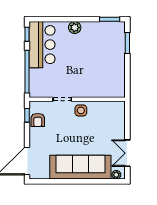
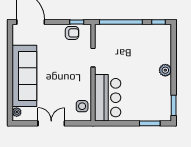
bar counter: (42, 45) -> (108, 98), moved, turned -90
side table: (81, 110) -> (82, 106), moved
armchair: (38, 120) -> (72, 33), turned 180
double door: (127, 153) -> (51, 123), moved

